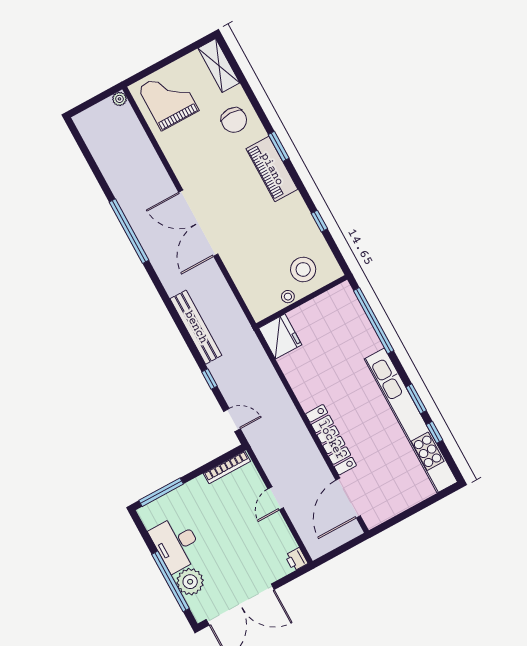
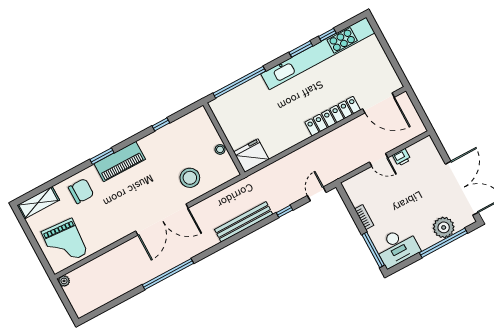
grand piano: (168, 99) -> (64, 243), turned -86
stool: (303, 269) -> (190, 178), moved
bookcase: (227, 467) -> (364, 217), moved, width x0.64
desk: (176, 544) -> (397, 247), moved
printer: (296, 559) -> (402, 157), moved

